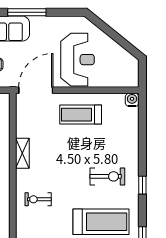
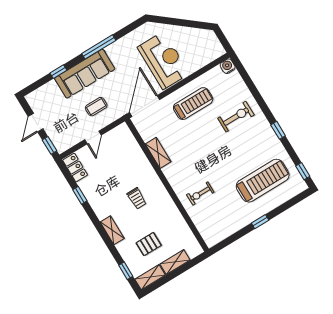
treadmill: (81, 115) -> (193, 104), turned 180
shelving: (22, 153) -> (158, 153), moved
exercise bike: (107, 176) -> (236, 117), moved

